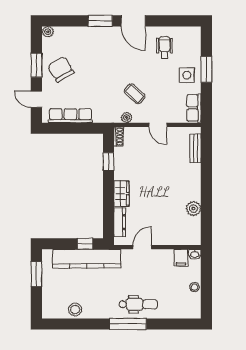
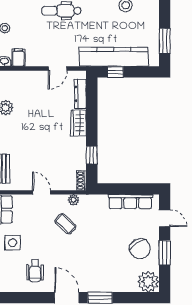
plant: (48, 32) -> (148, 282), width x1.88, depth x1.88

